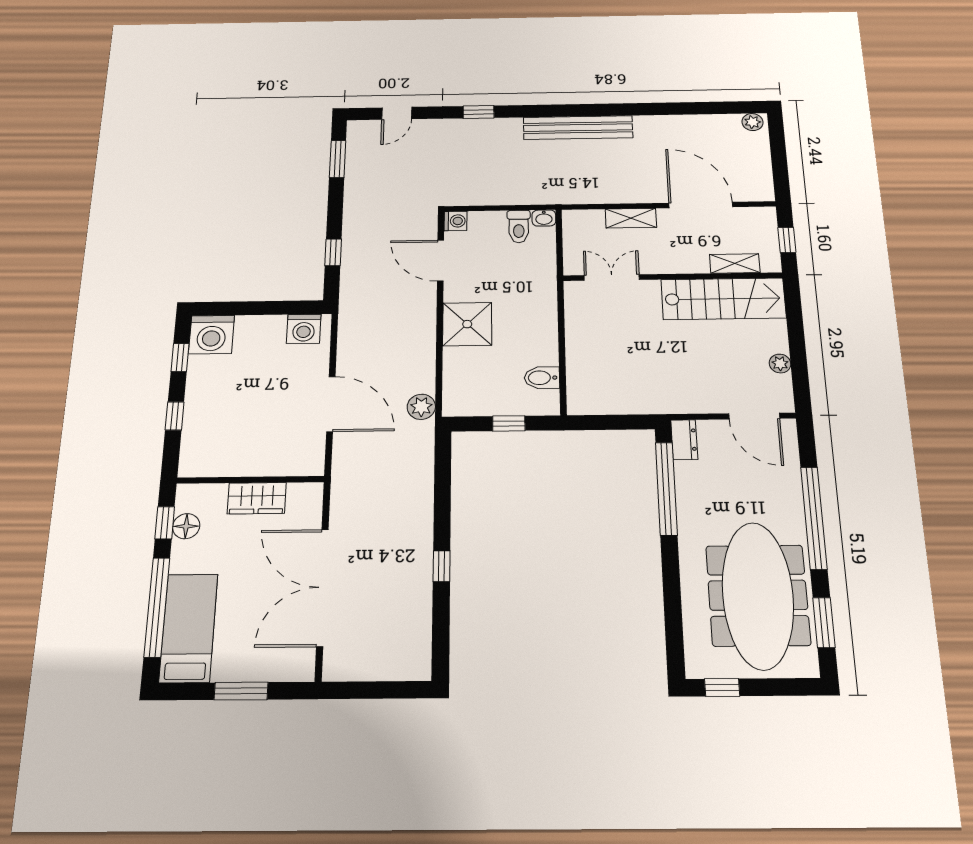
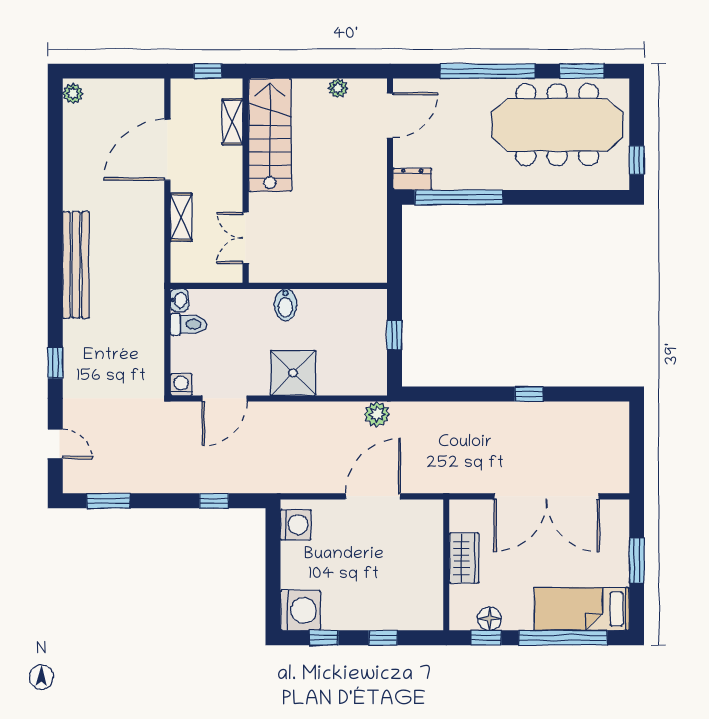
bidet: (542, 378) -> (285, 305), moved

